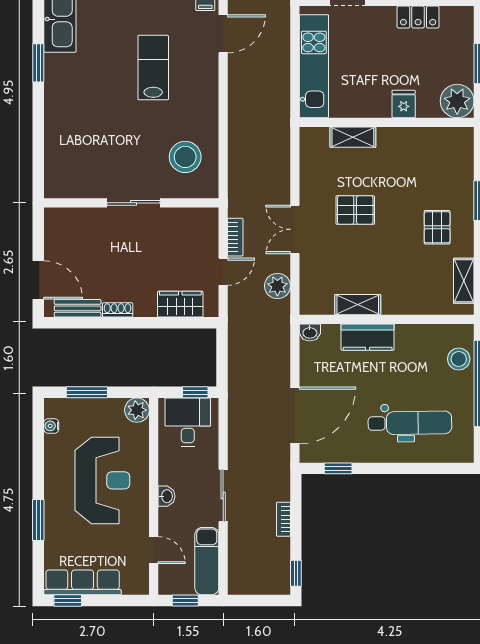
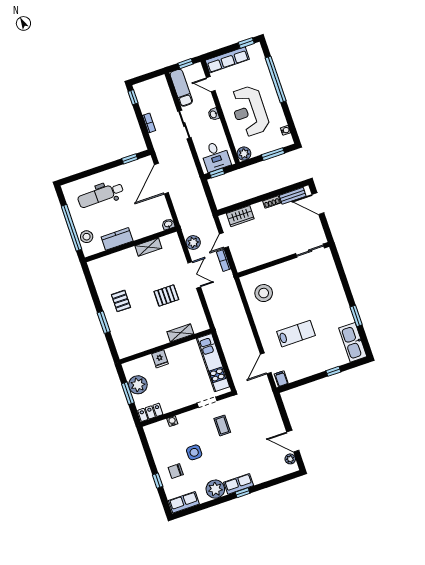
locker: (418, 17) -> (150, 412), moved
lab bench: (153, 68) -> (296, 334), turned -90
plant: (457, 101) -> (138, 385), moved
sliding door: (134, 203) -> (310, 251), moved
shelving: (464, 281) -> (98, 278), removed
kitchen counter: (368, 337) -> (117, 239), moved
window: (38, 520) -> (276, 79), width x2.11
row of seats: (83, 582) -> (227, 60), moved

